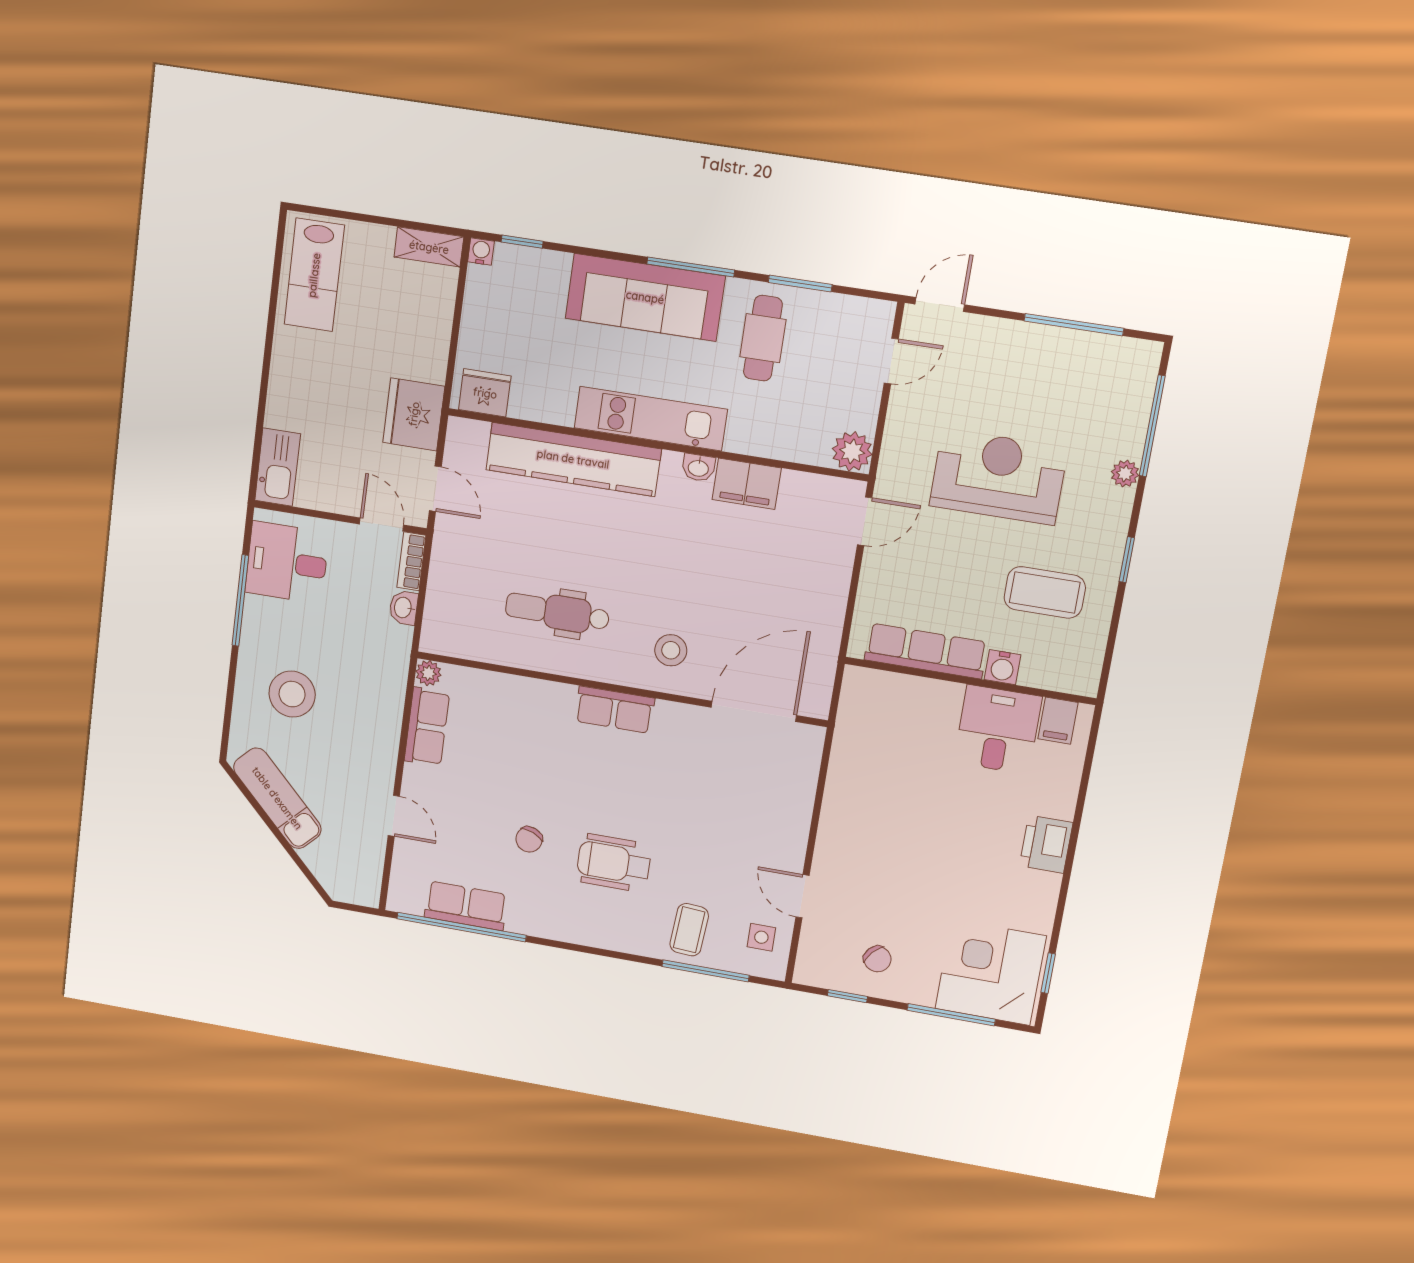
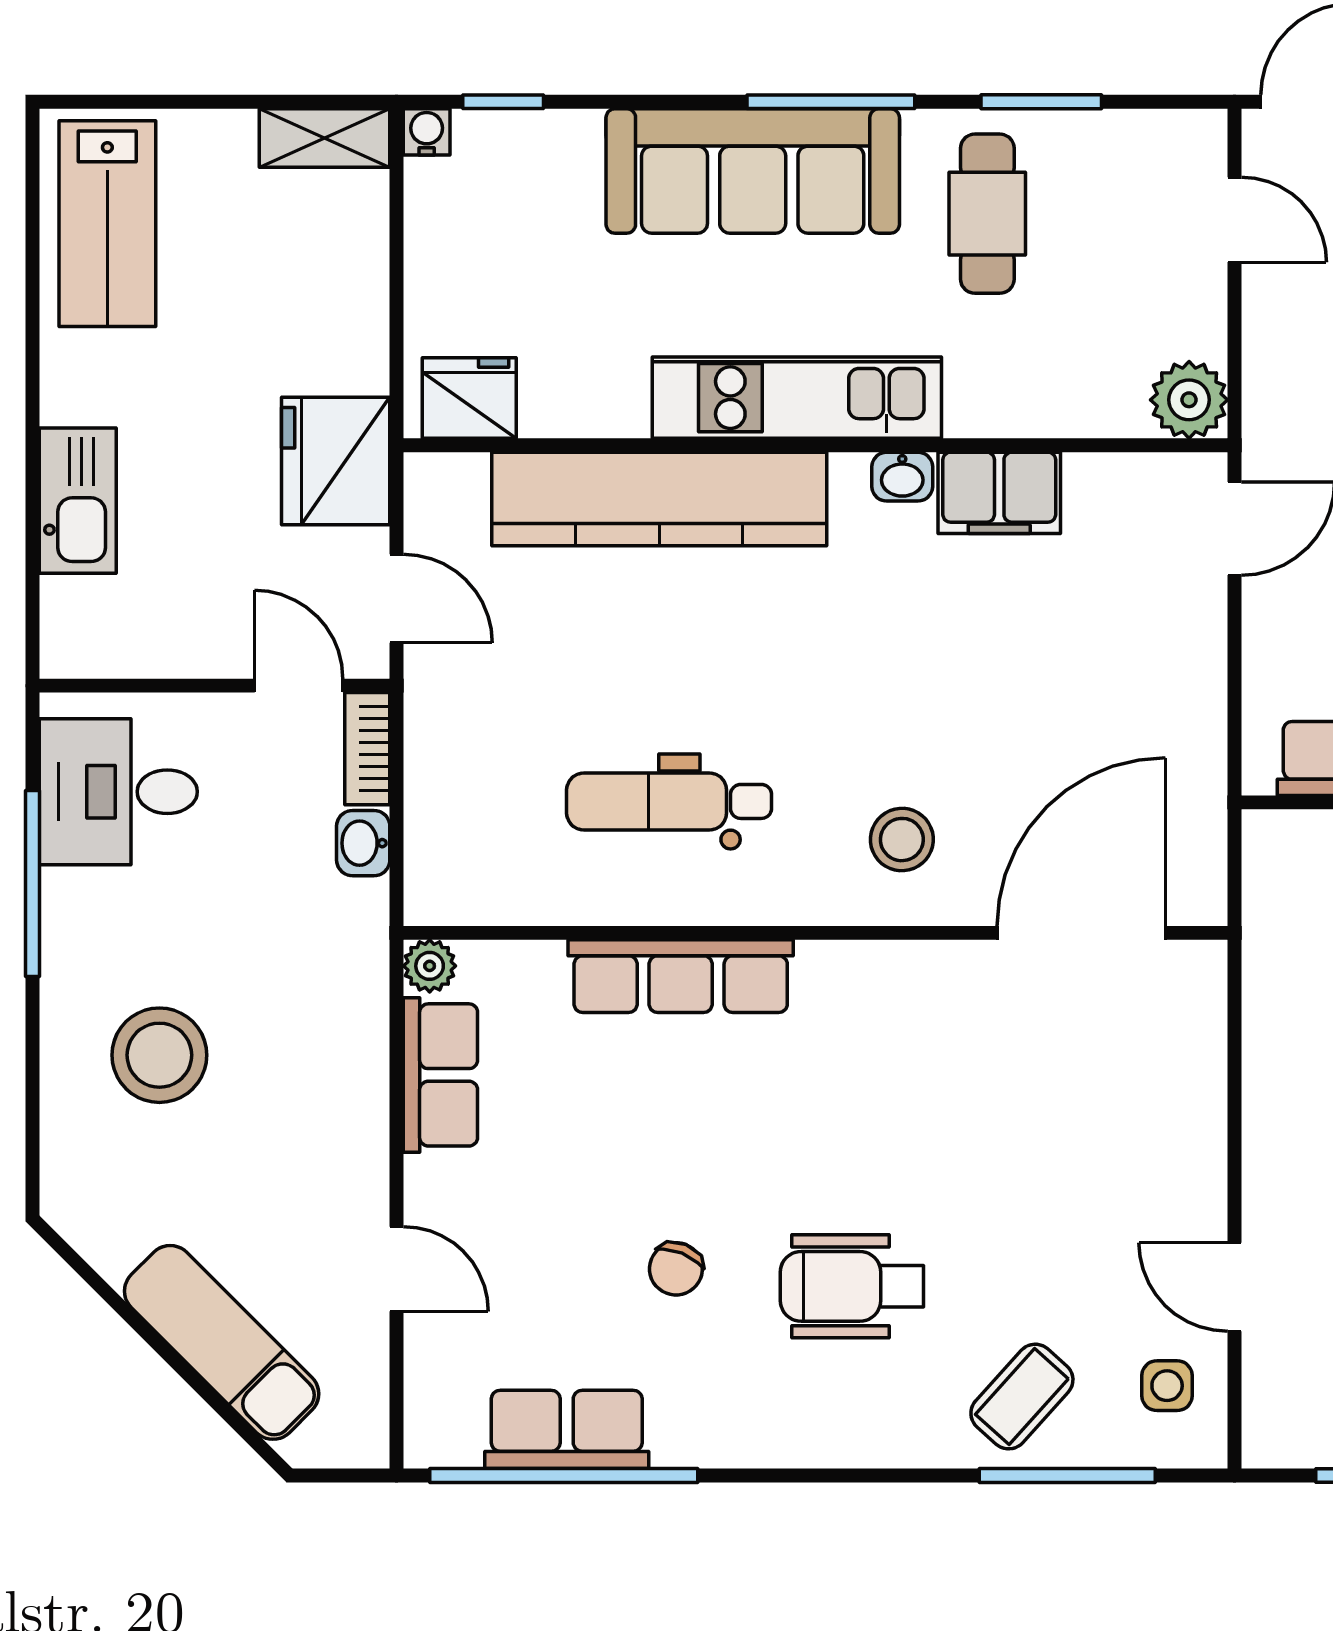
door: (891, 361) -> (1234, 220), hinge flipped
kitchen sink: (278, 467) -> (78, 501), moved
row of seats: (615, 710) -> (681, 976), moved, width x1.48
exam couch: (277, 798) -> (222, 1342), moved
coffee table: (689, 930) -> (1022, 1397), turned 38

